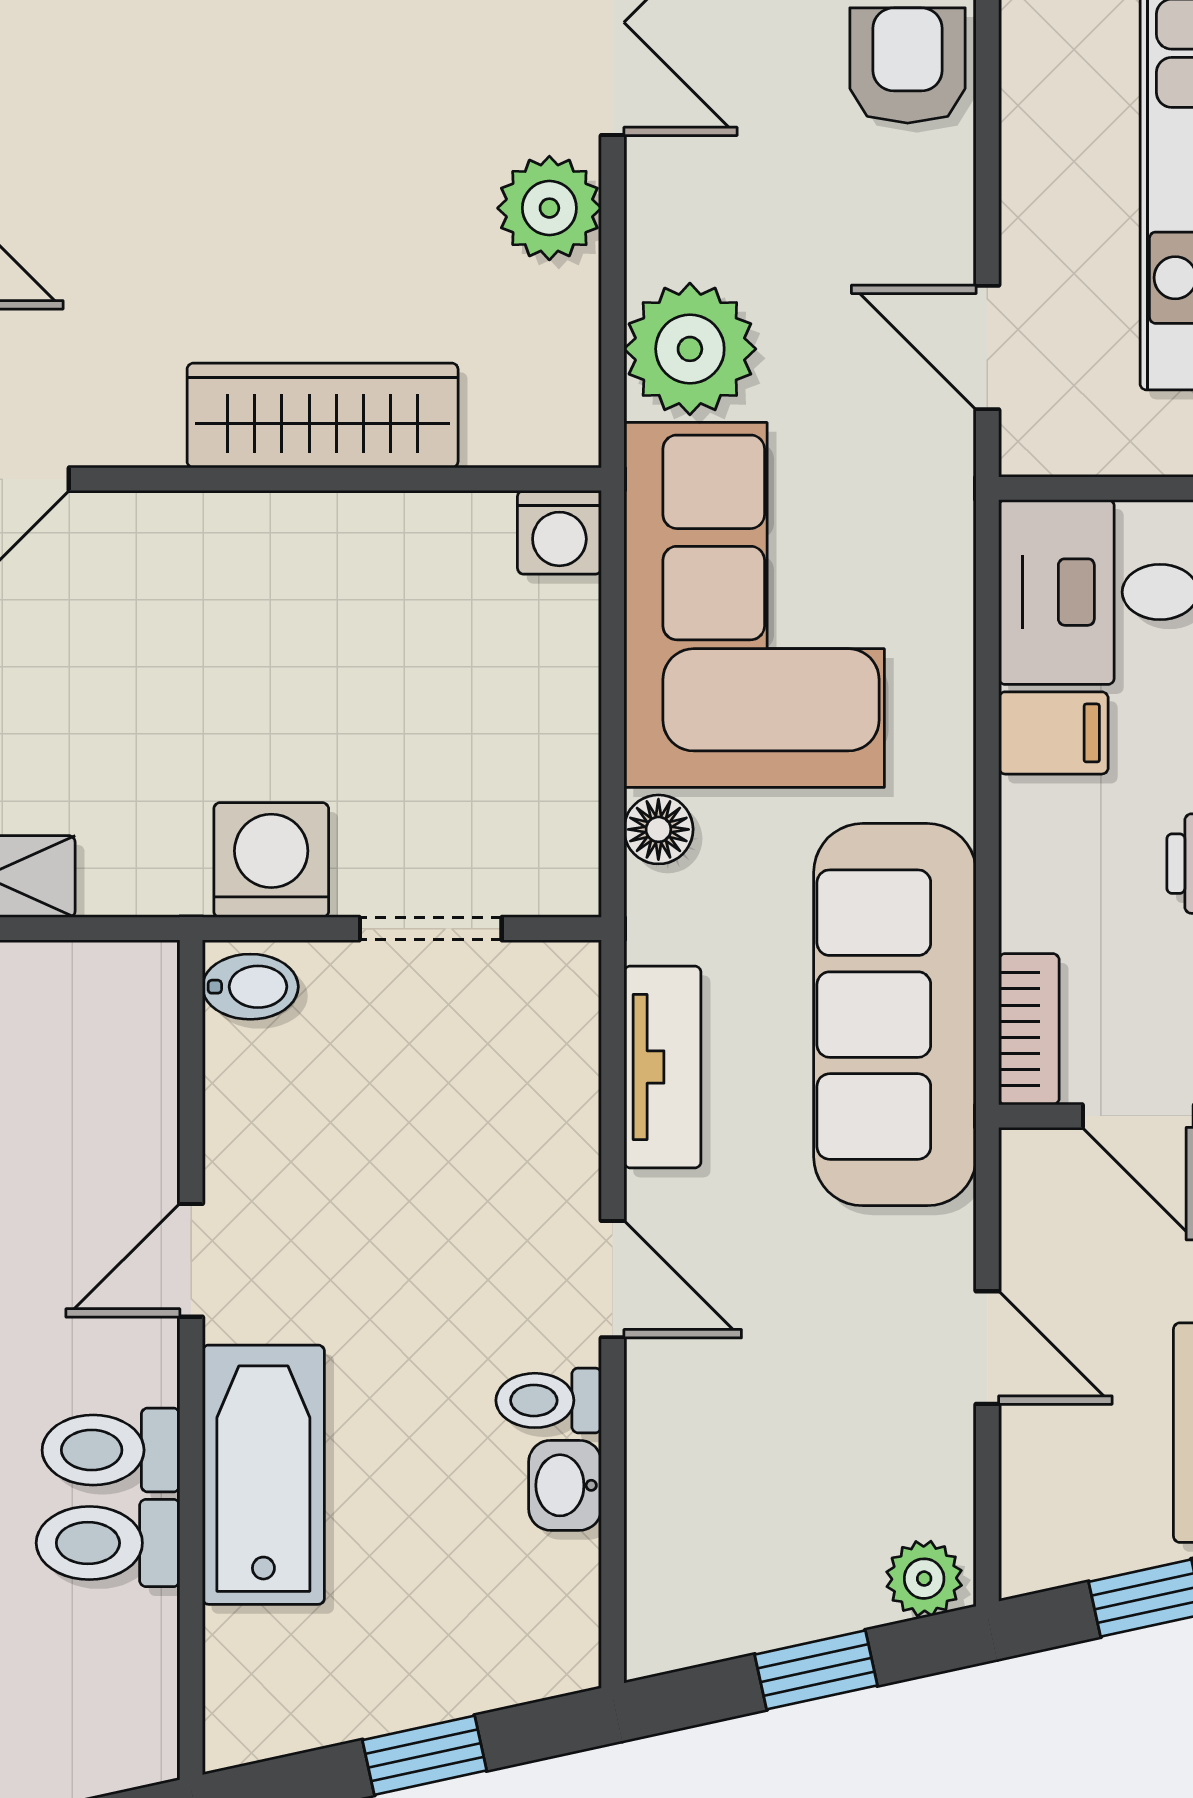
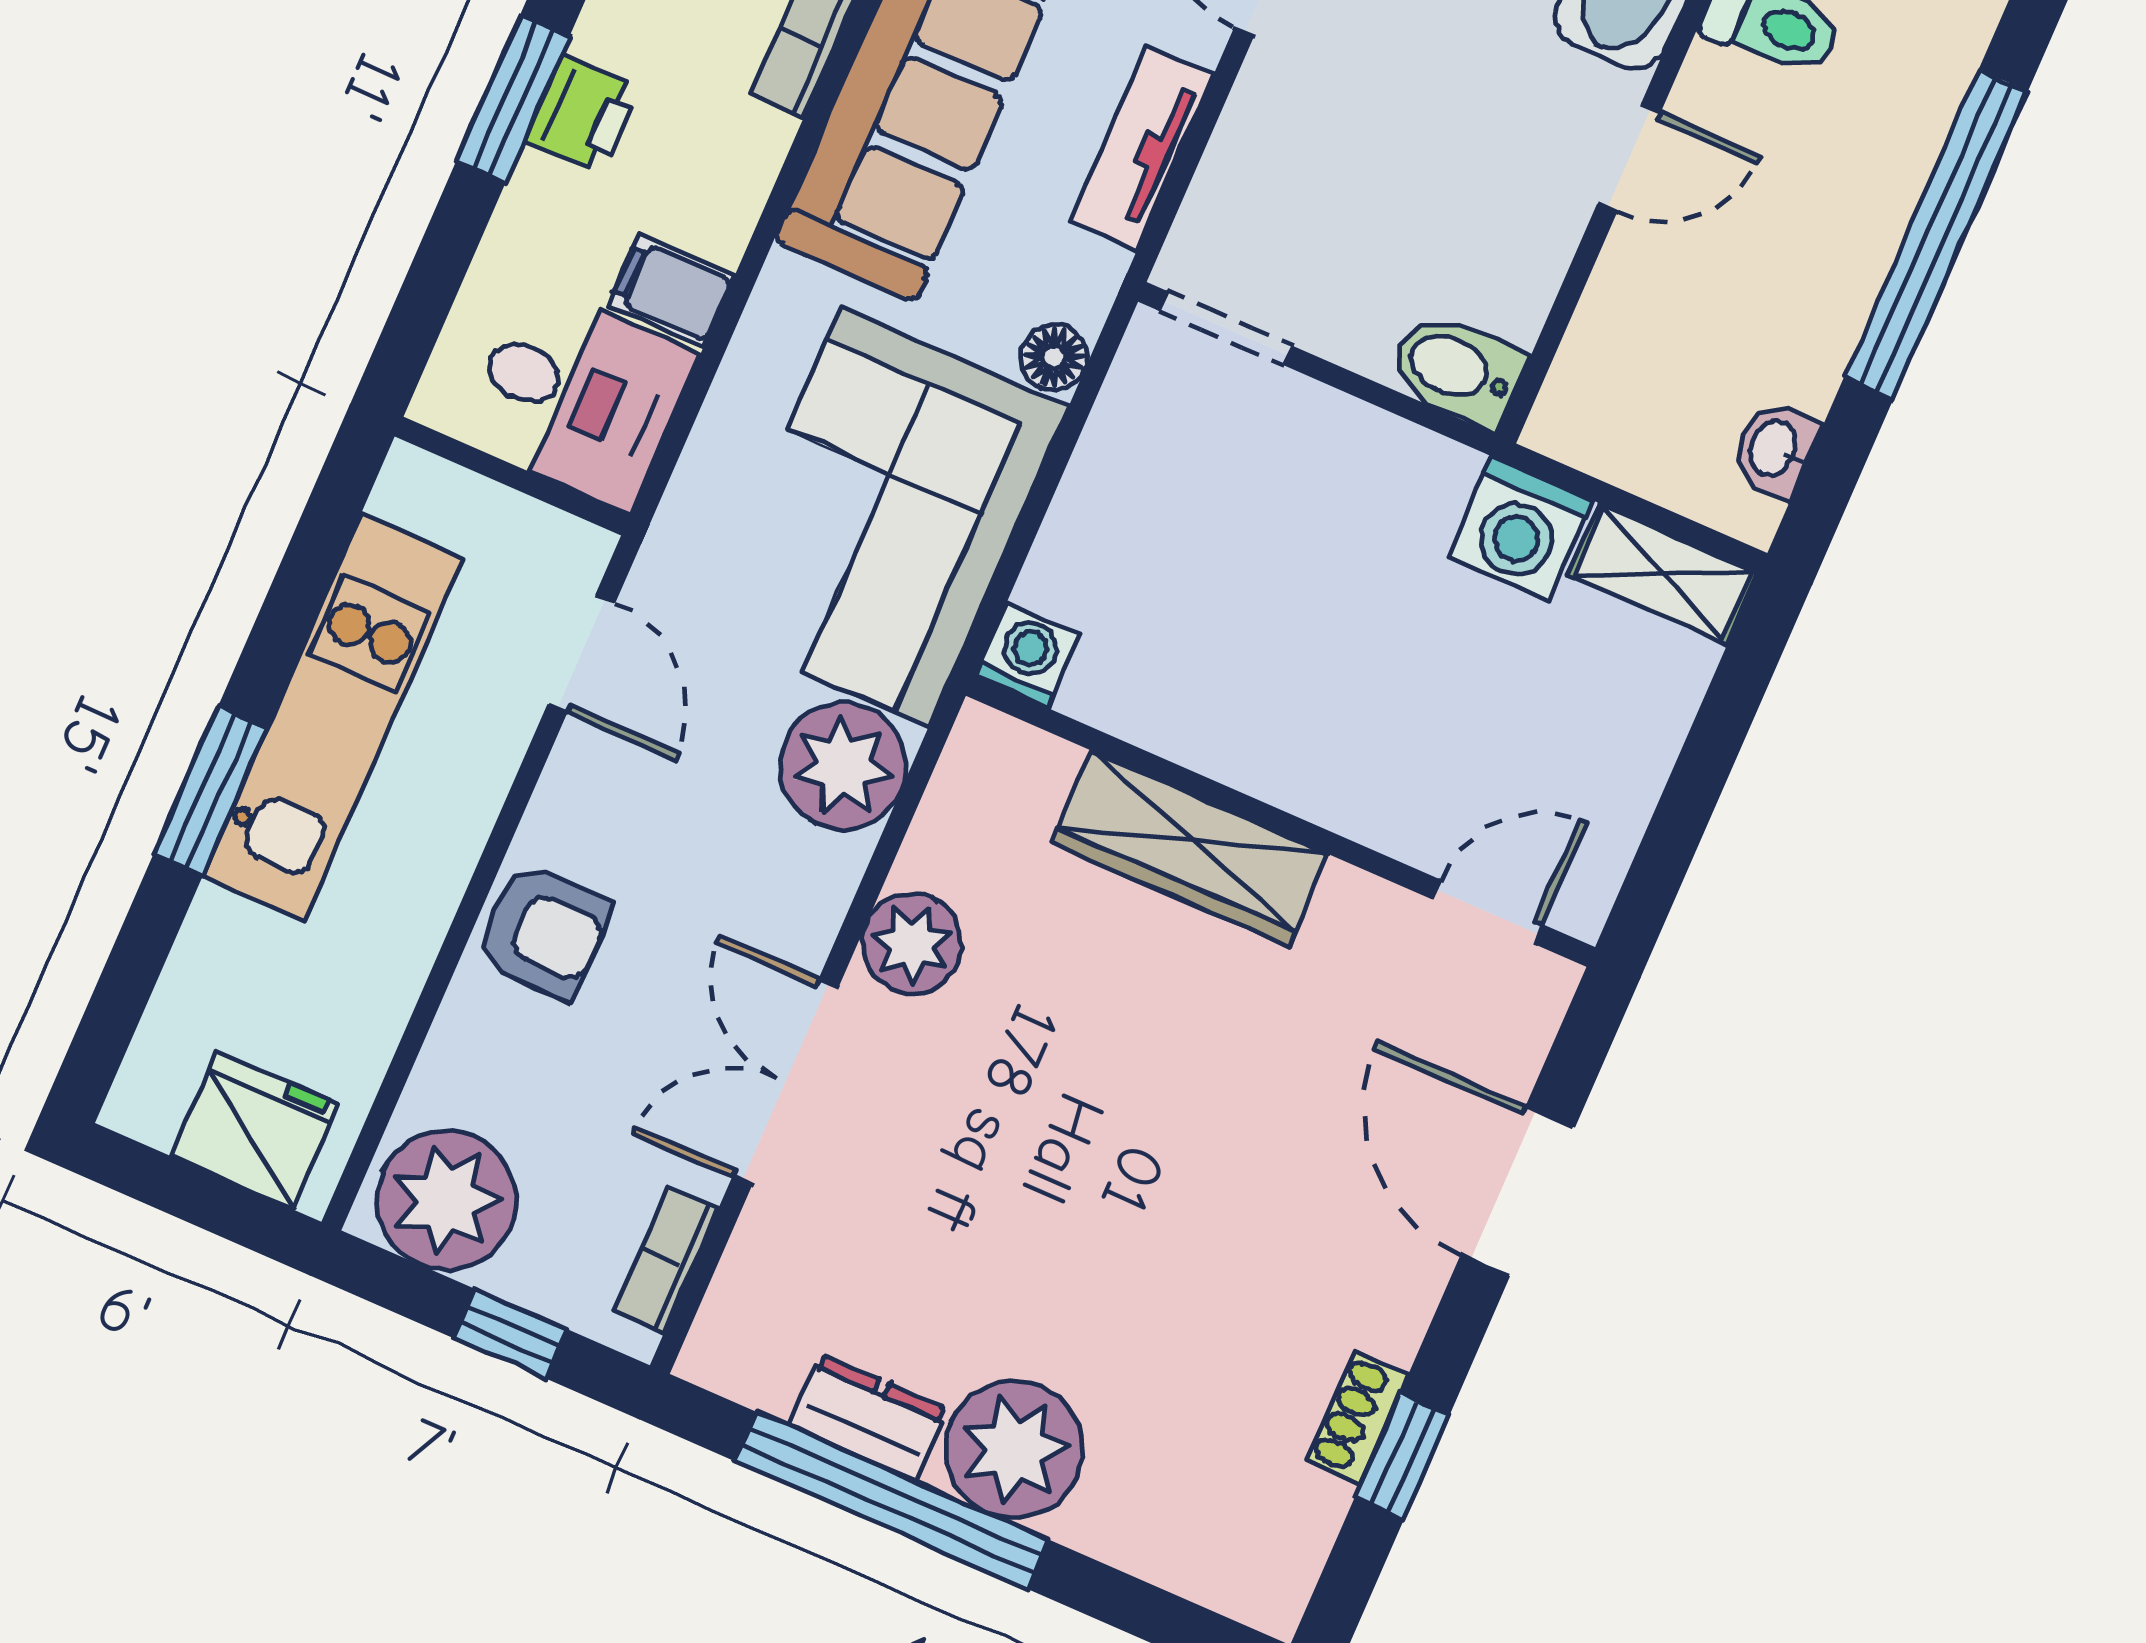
armchair: (908, 66) -> (544, 931), turned -90
washing machine: (271, 860) -> (1520, 529), moved
doorway: (431, 929) -> (1226, 328), moved
bidet: (250, 987) -> (1457, 369), width x1.38, depth x1.36

